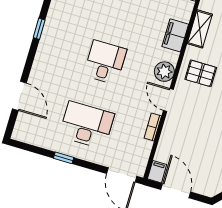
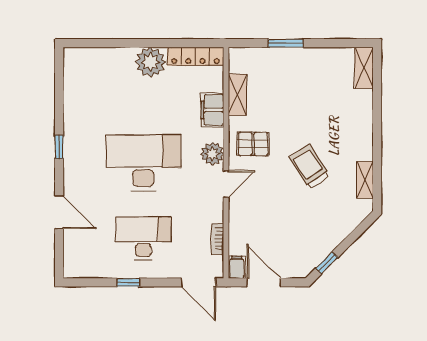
desk: (105, 62) -> (143, 163), width x1.87, depth x1.30
door: (19, 96) -> (59, 212), moved
door: (168, 100) -> (226, 184), swing flipped
bookcase: (153, 127) -> (217, 239), moved

